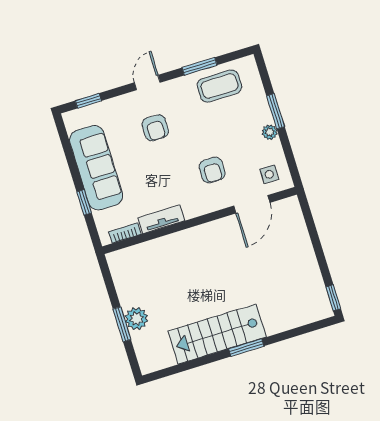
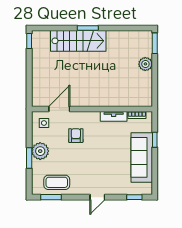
window: (199, 66) -> (51, 197), moved
armchair: (155, 128) -> (101, 170), removed
plant: (270, 132) -> (40, 151), width x1.87, depth x1.87
window: (122, 324) -> (155, 43), moved
stairs: (217, 334) -> (78, 41), moved

